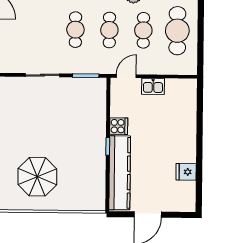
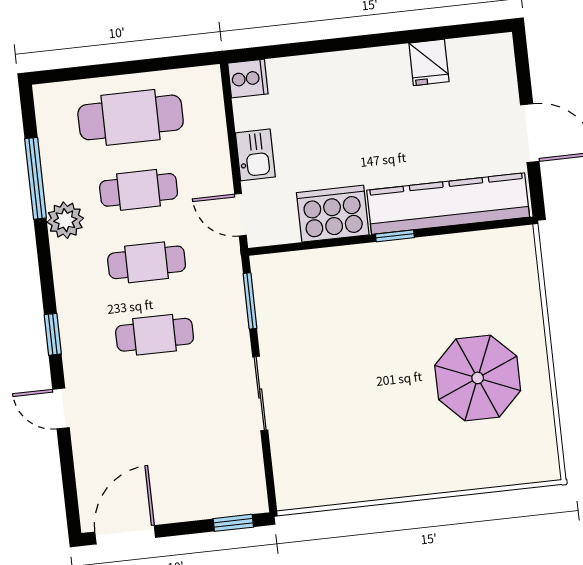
cooker: (189, 87) -> (248, 79), added
cooker: (119, 126) -> (333, 214), width x1.87, depth x1.31

